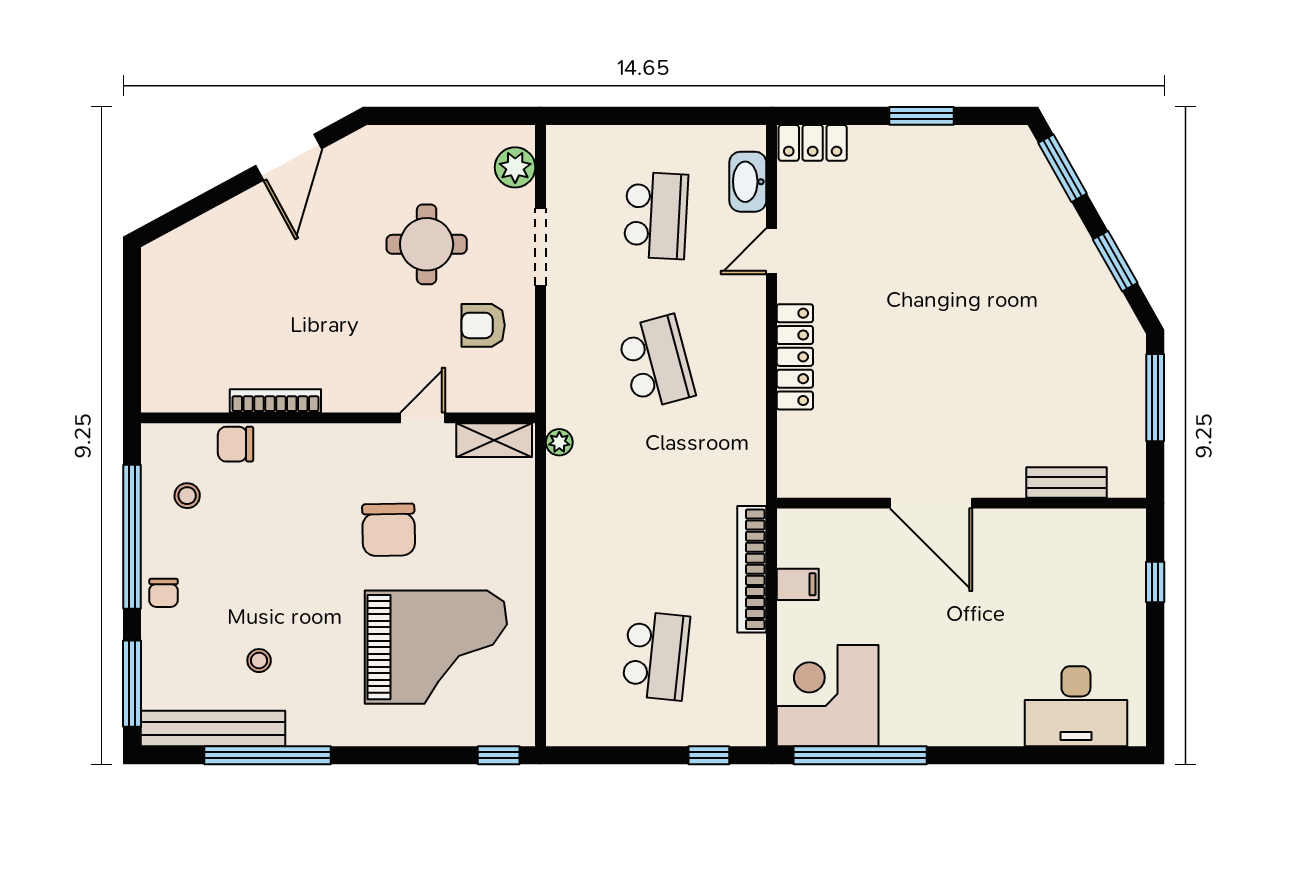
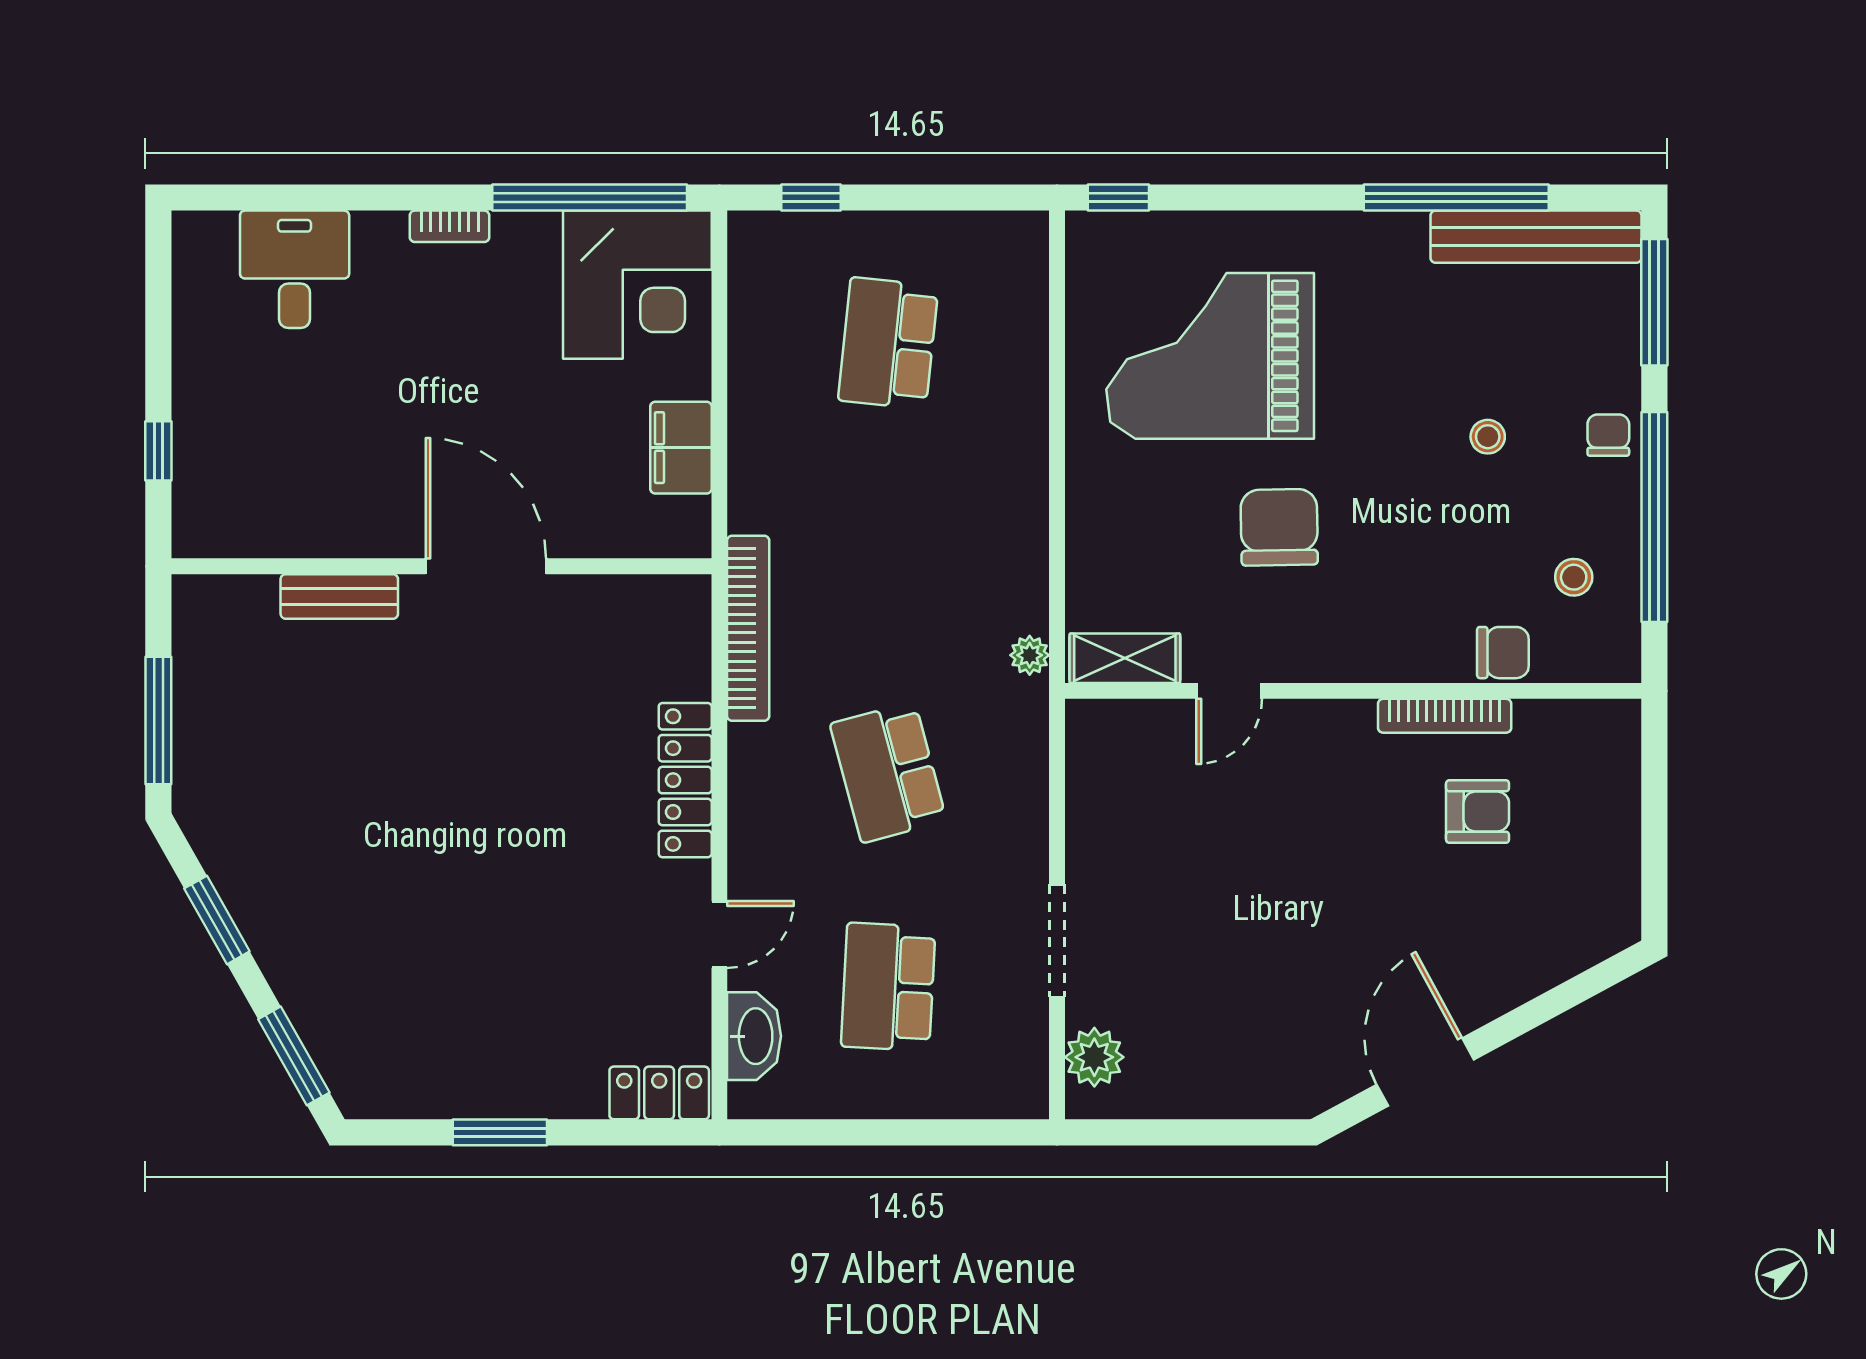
round table: (427, 244) -> (1224, 945), removed
armchair: (483, 325) -> (1478, 812), moved
bench: (1066, 482) -> (339, 596), moved
bookcase: (752, 569) -> (748, 628), moved
filing cabinet: (798, 584) -> (681, 448), width x2.00
stool: (259, 661) -> (1488, 437), moved
desk: (1076, 706) -> (295, 269), width x0.73
bookcase: (956, 736) -> (450, 226), added

